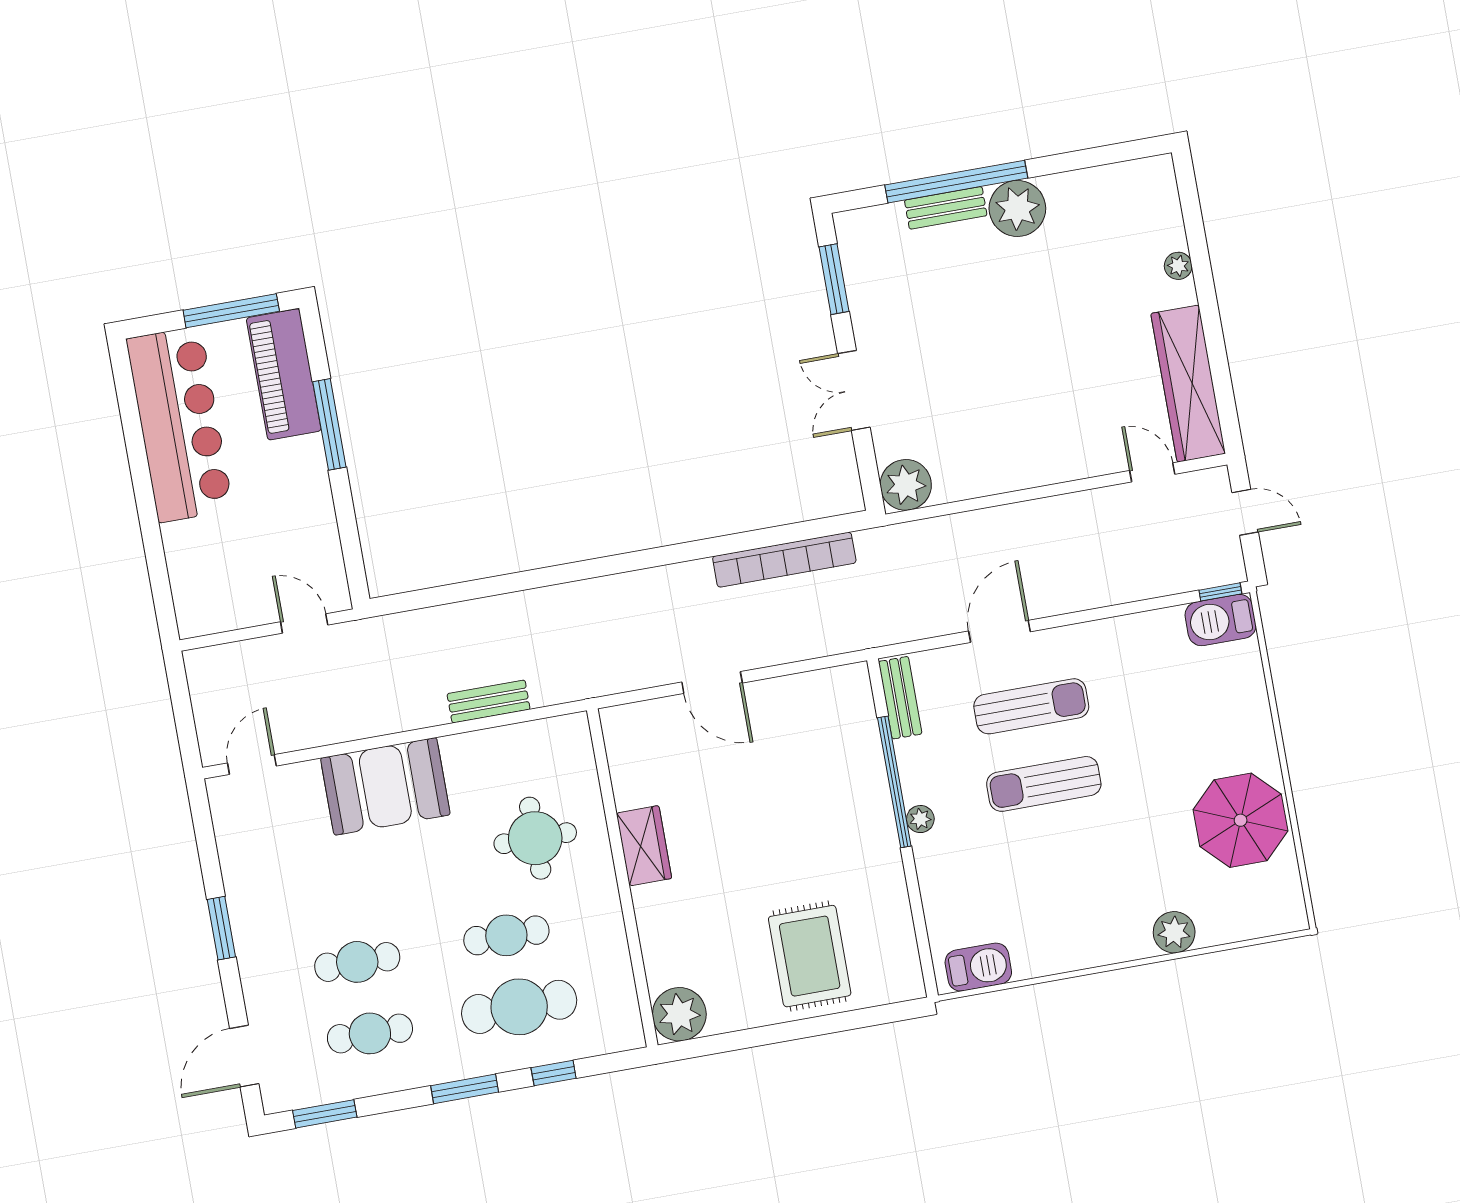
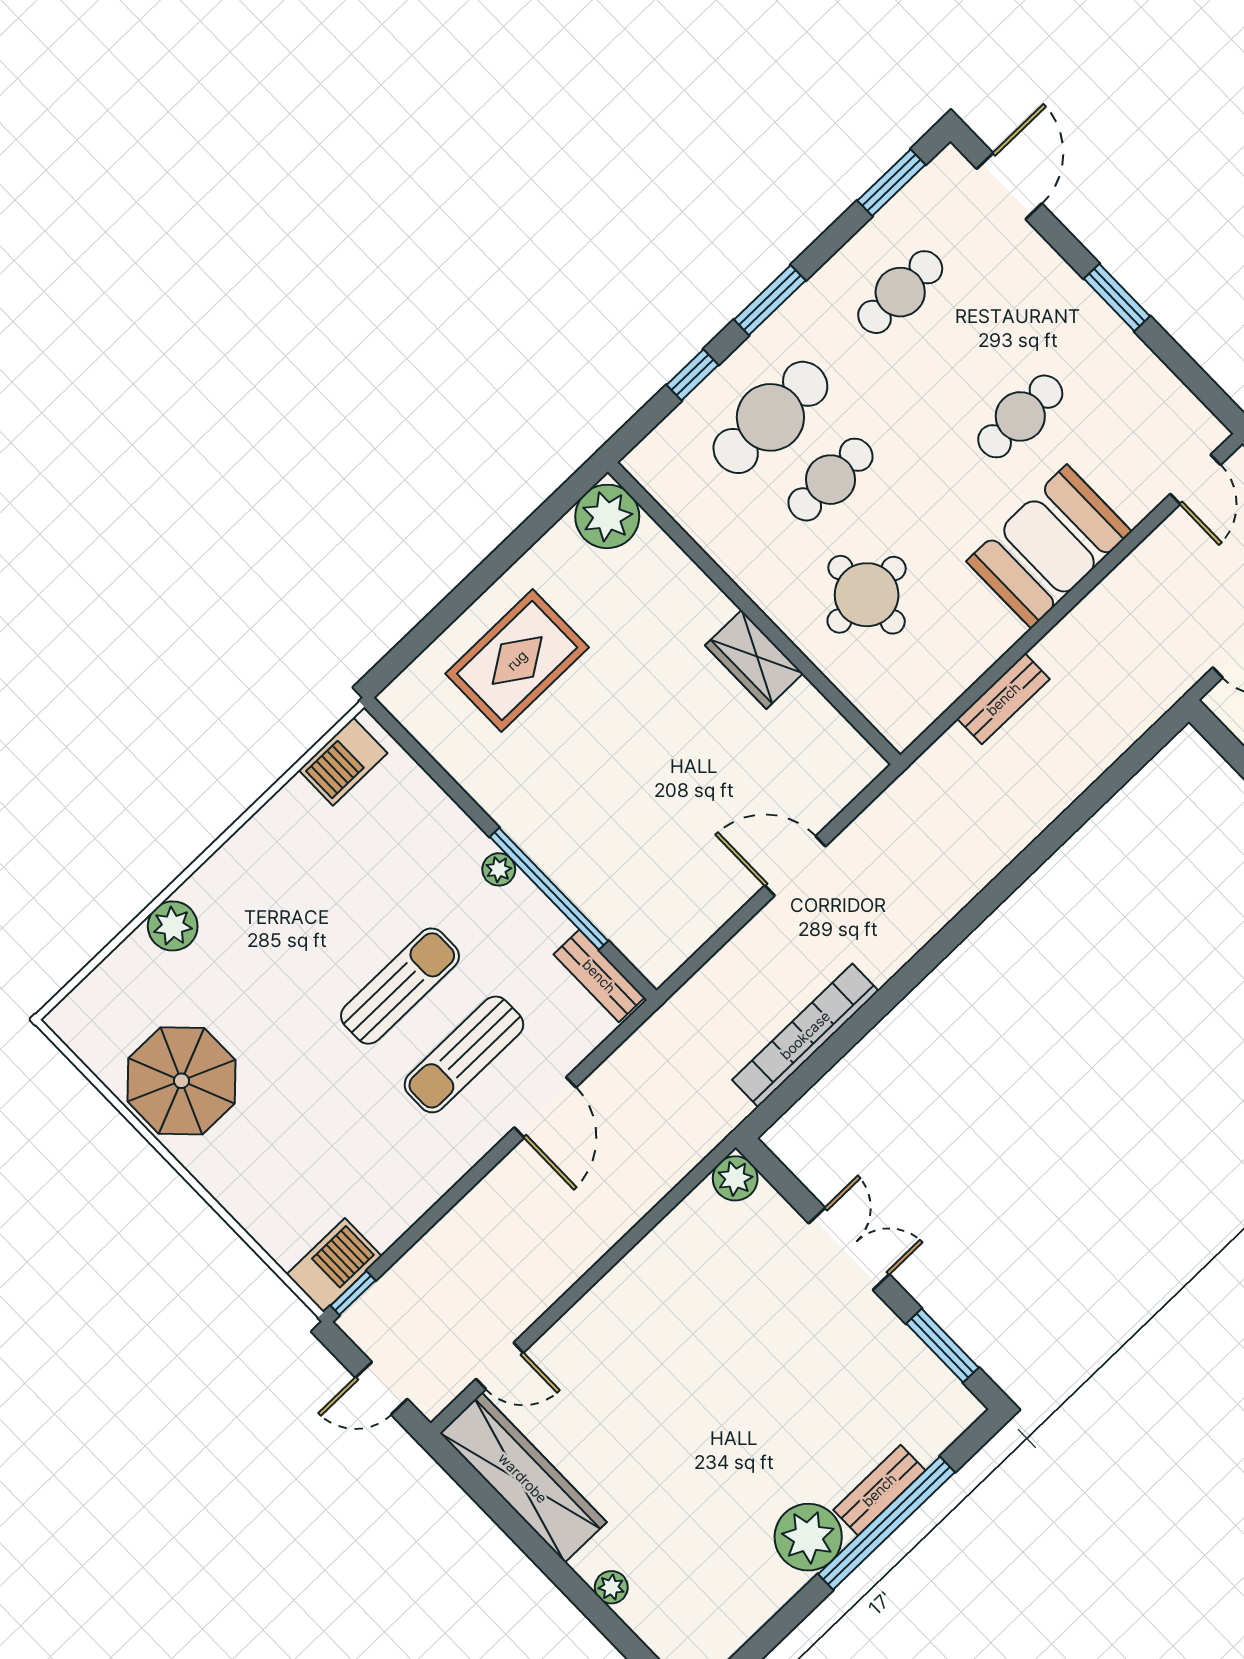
plant: (906, 485) -> (735, 1178), width x0.73, depth x0.73
rug: (810, 956) -> (517, 660), turned 90
cafe table: (357, 962) -> (1020, 416), moved

